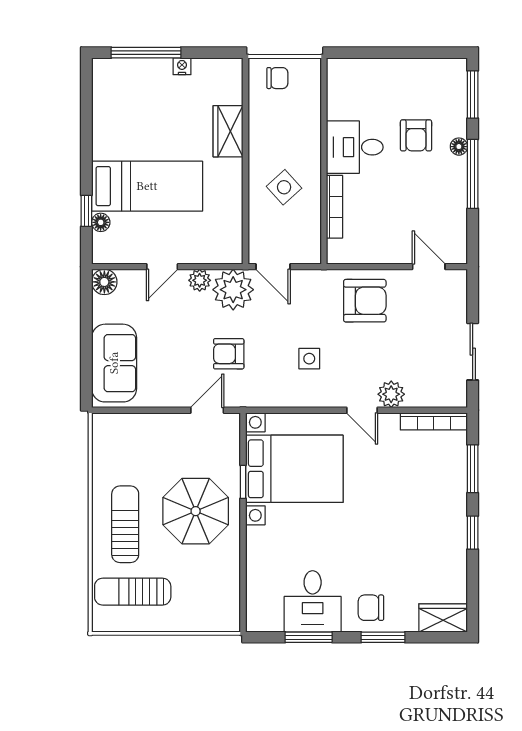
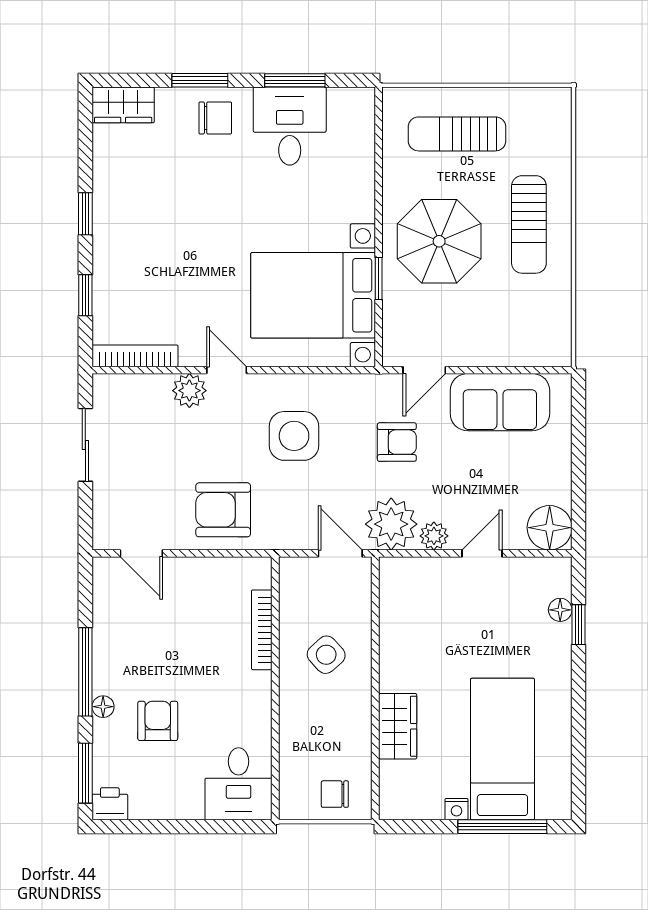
printer: (454, 70) -> (110, 804), added
desk: (355, 147) -> (239, 784), moved, turned 90
bed: (147, 186) -> (502, 749), moved, turned 90
floor lamp: (104, 282) -> (550, 528), width x1.38, depth x1.38
side table: (309, 359) -> (294, 436), width x1.87, depth x1.87
sofa: (114, 363) -> (500, 402), moved, turned -90
window: (473, 469) -> (85, 295), width x0.67
sun lounger: (133, 592) -> (457, 134), moved, turned 180

